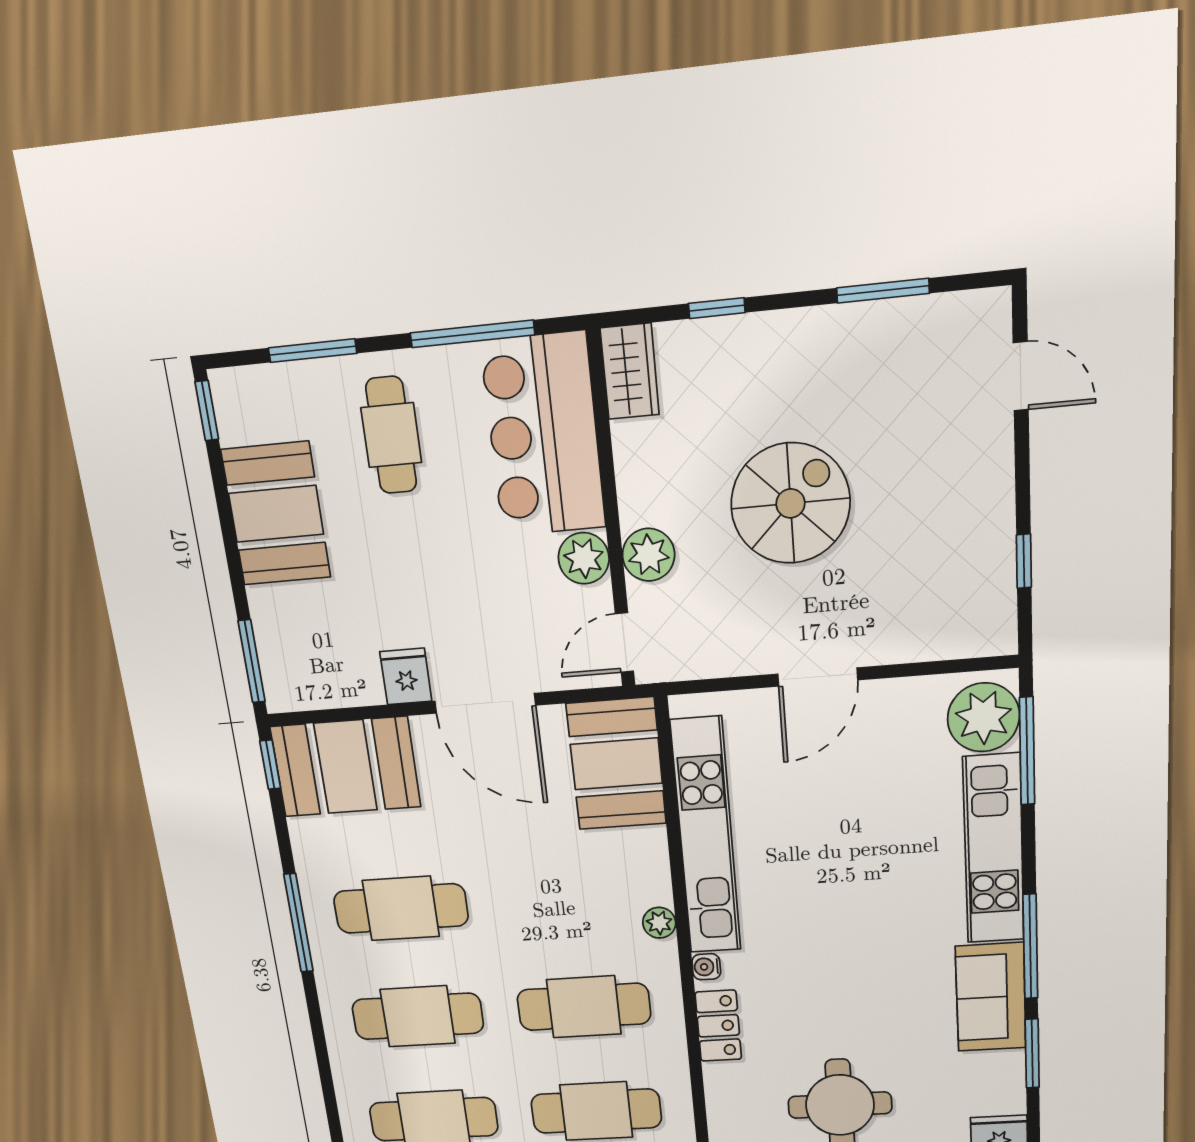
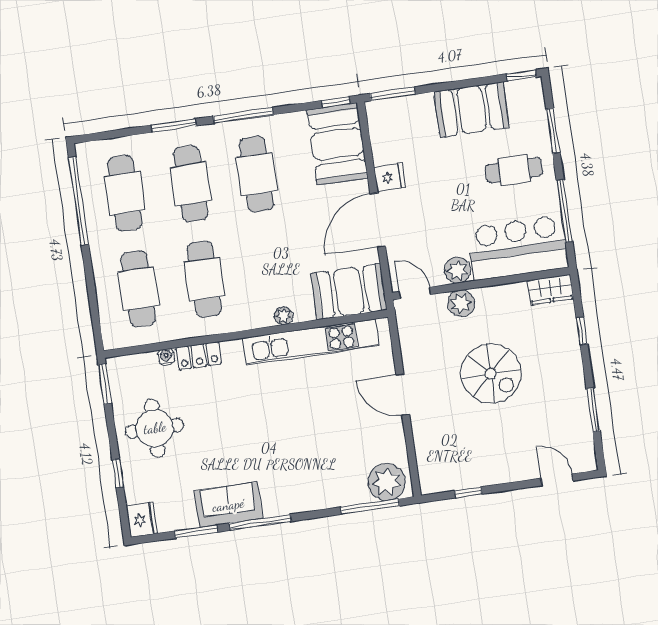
door: (1021, 376) -> (557, 480), swing flipped
kitchen unit: (994, 849) -> (315, 496), removed
plant: (659, 923) -> (284, 316), moved
water cooler: (706, 967) -> (166, 357), moved
window: (319, 1035) -> (174, 125), added

